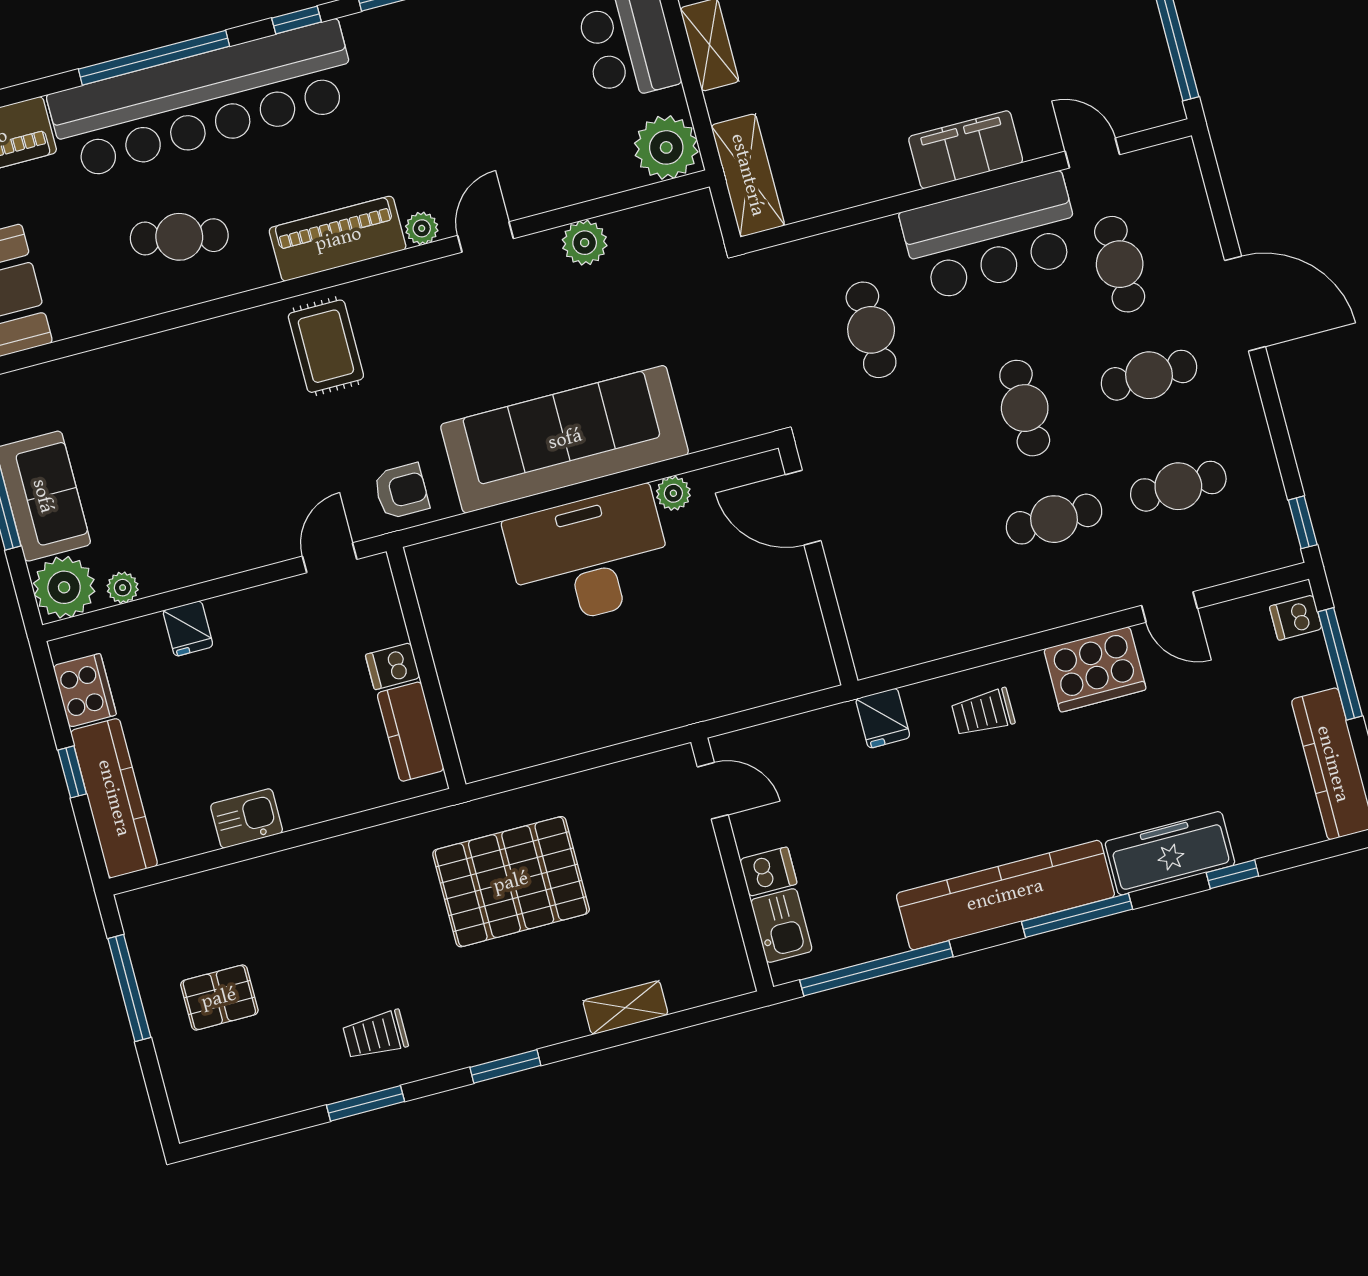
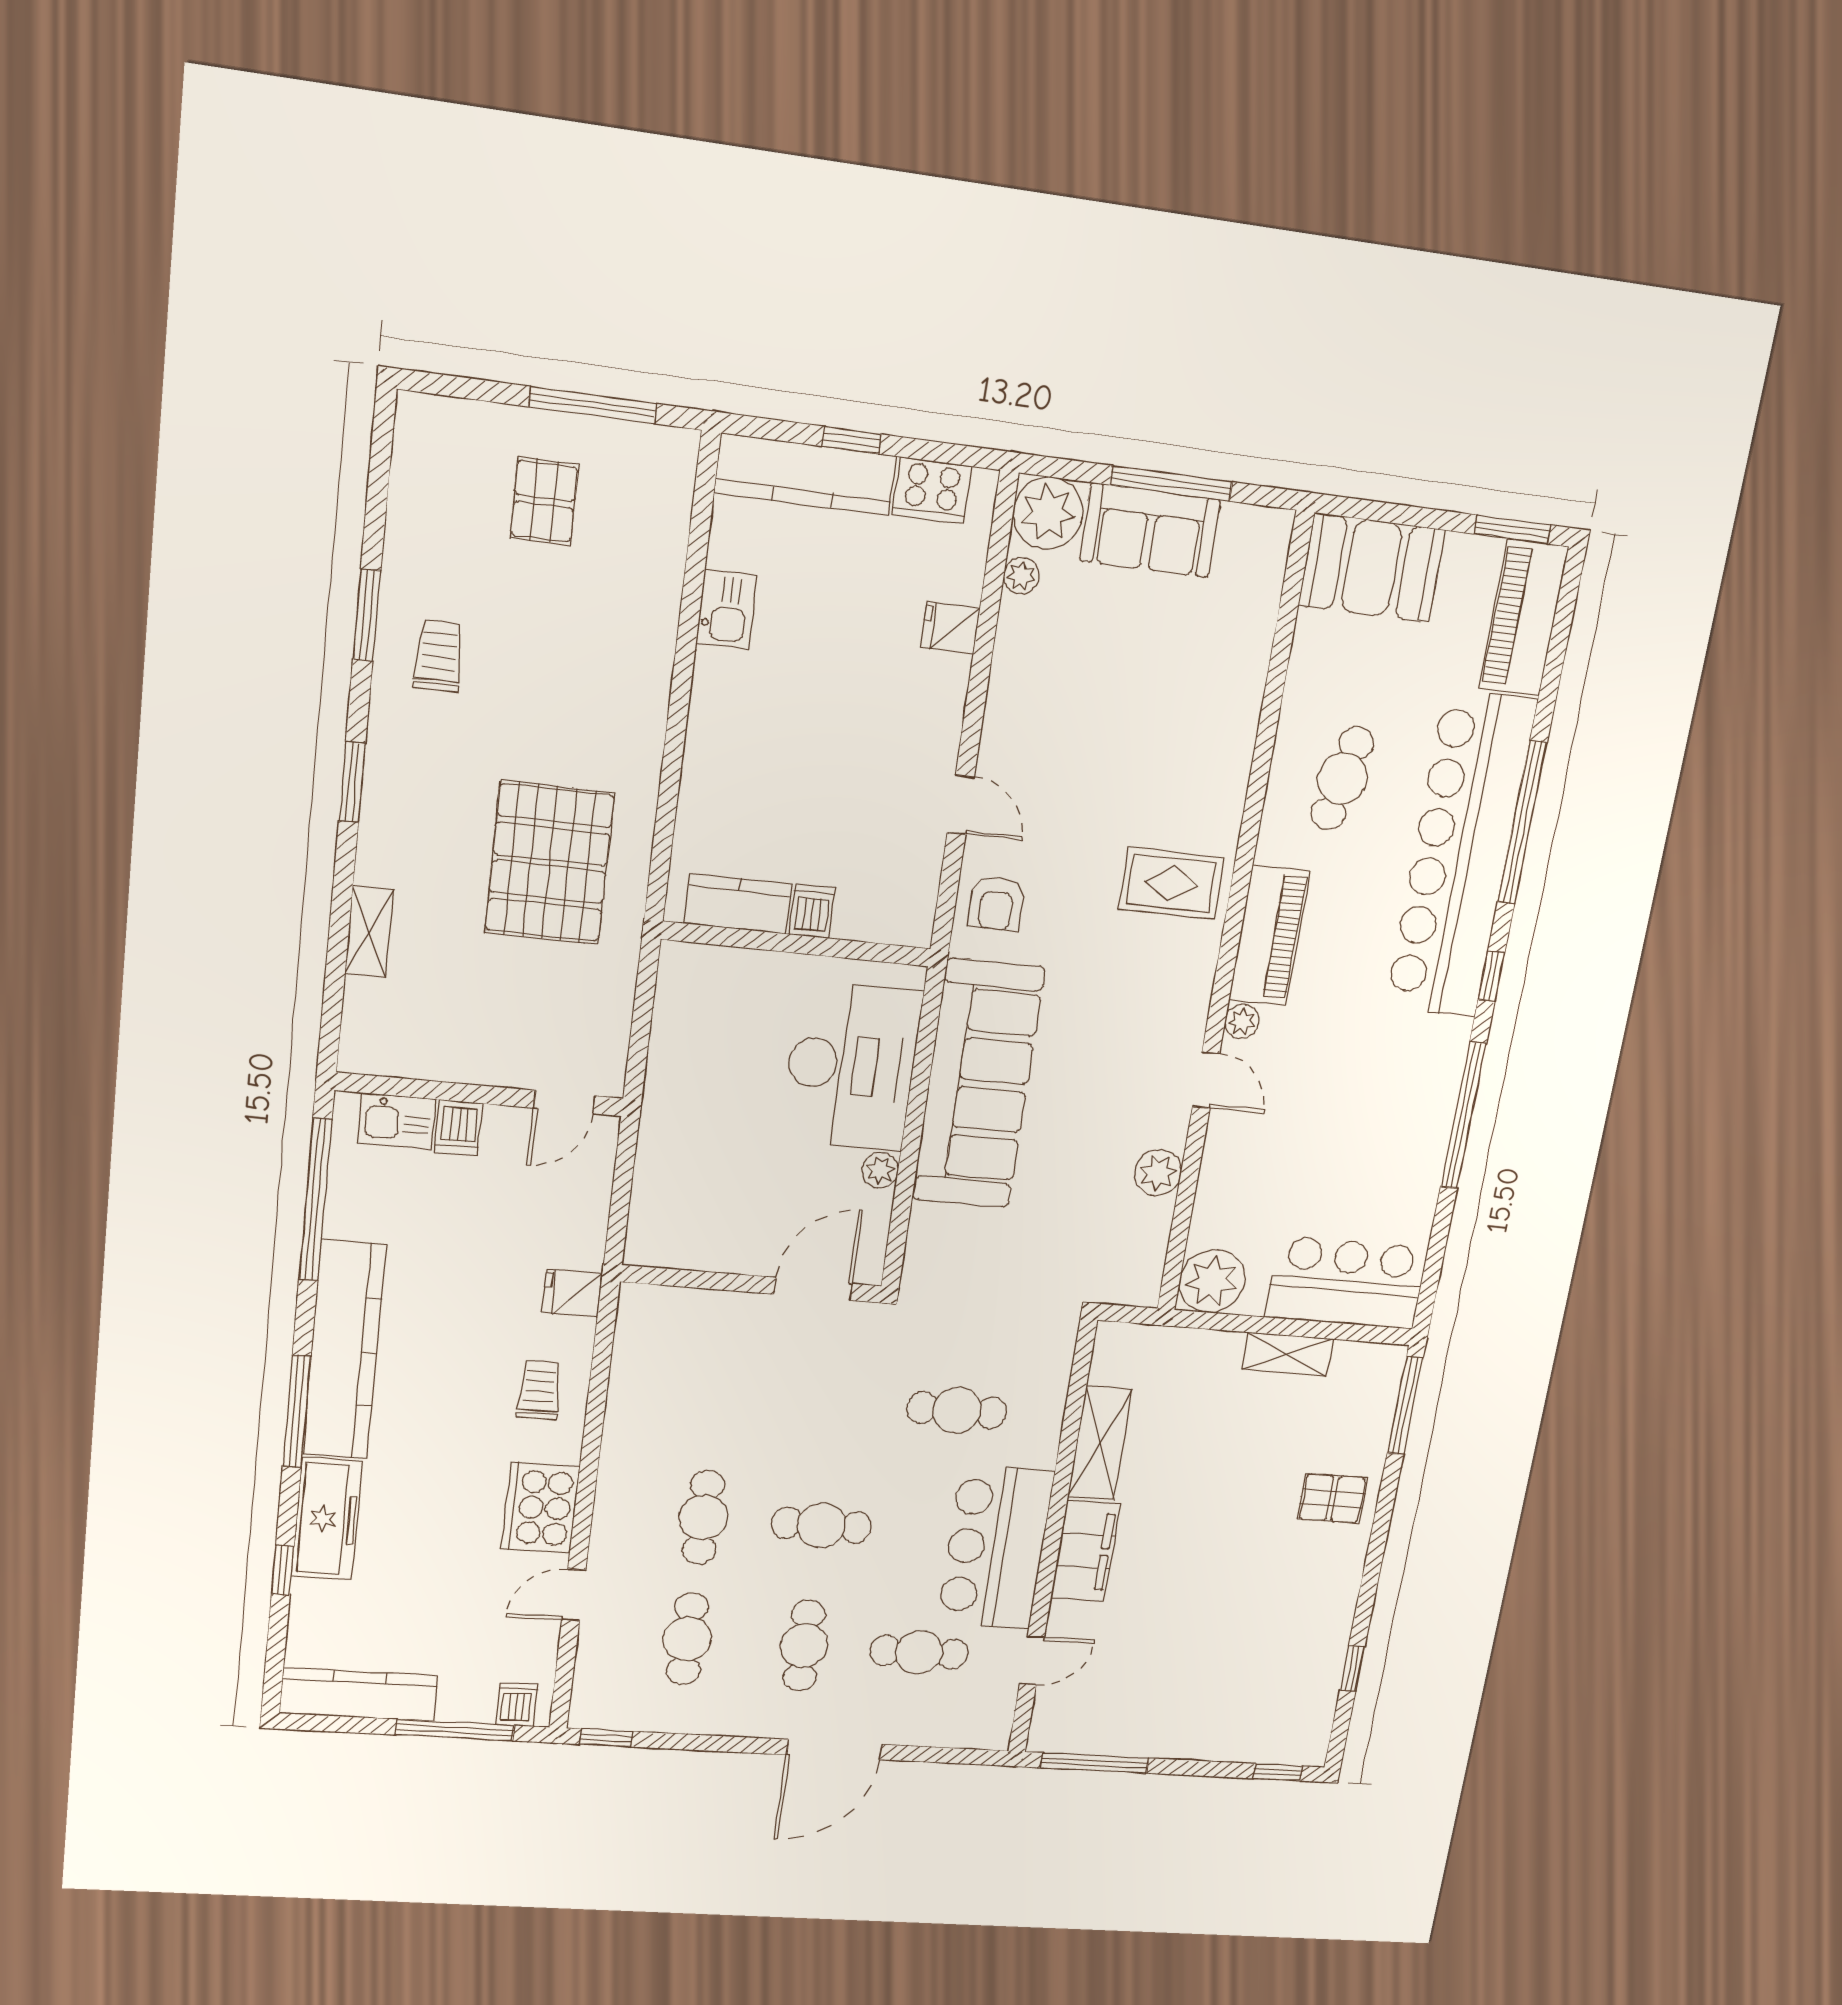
shelving: (748, 175) -> (1100, 1443), moved, turned 90
dishwasher: (393, 666) -> (812, 911), moved
wall: (426, 668) -> (797, 944), moved
kitchen counter: (411, 732) -> (738, 904), moved

